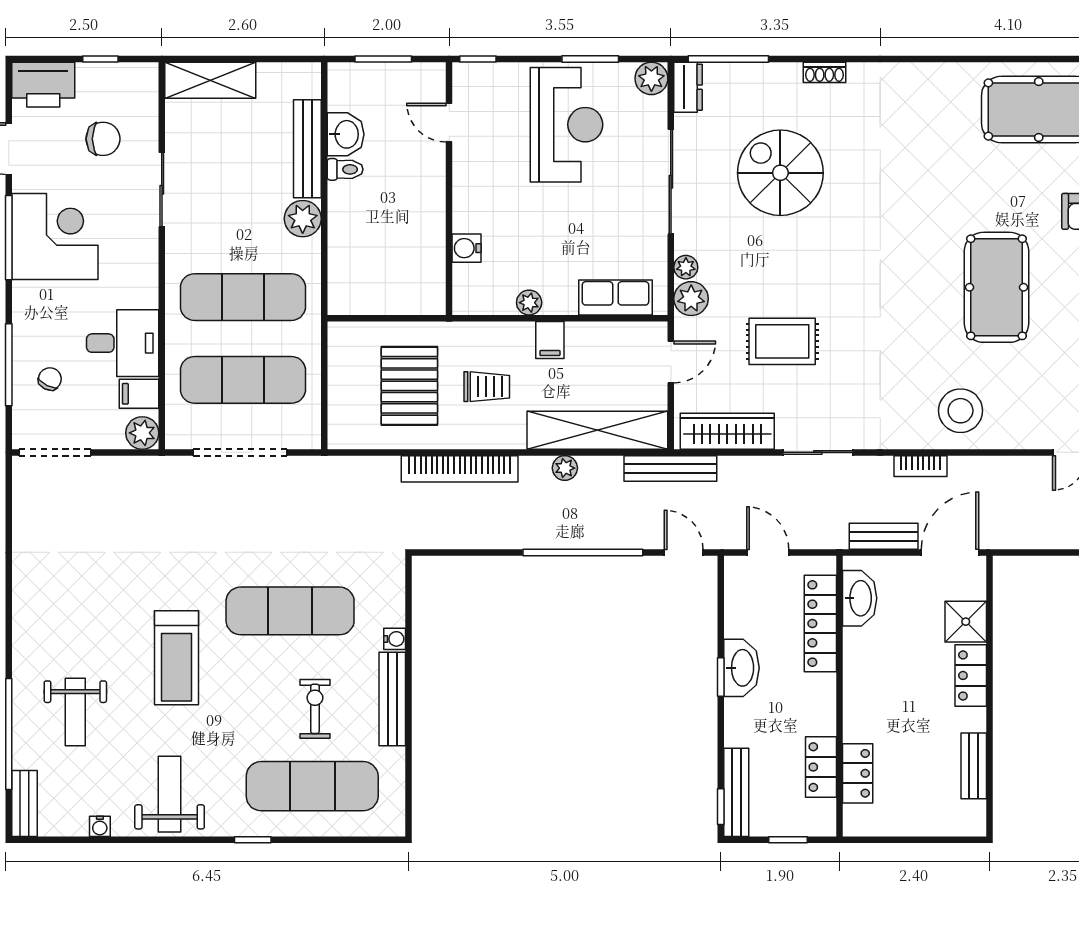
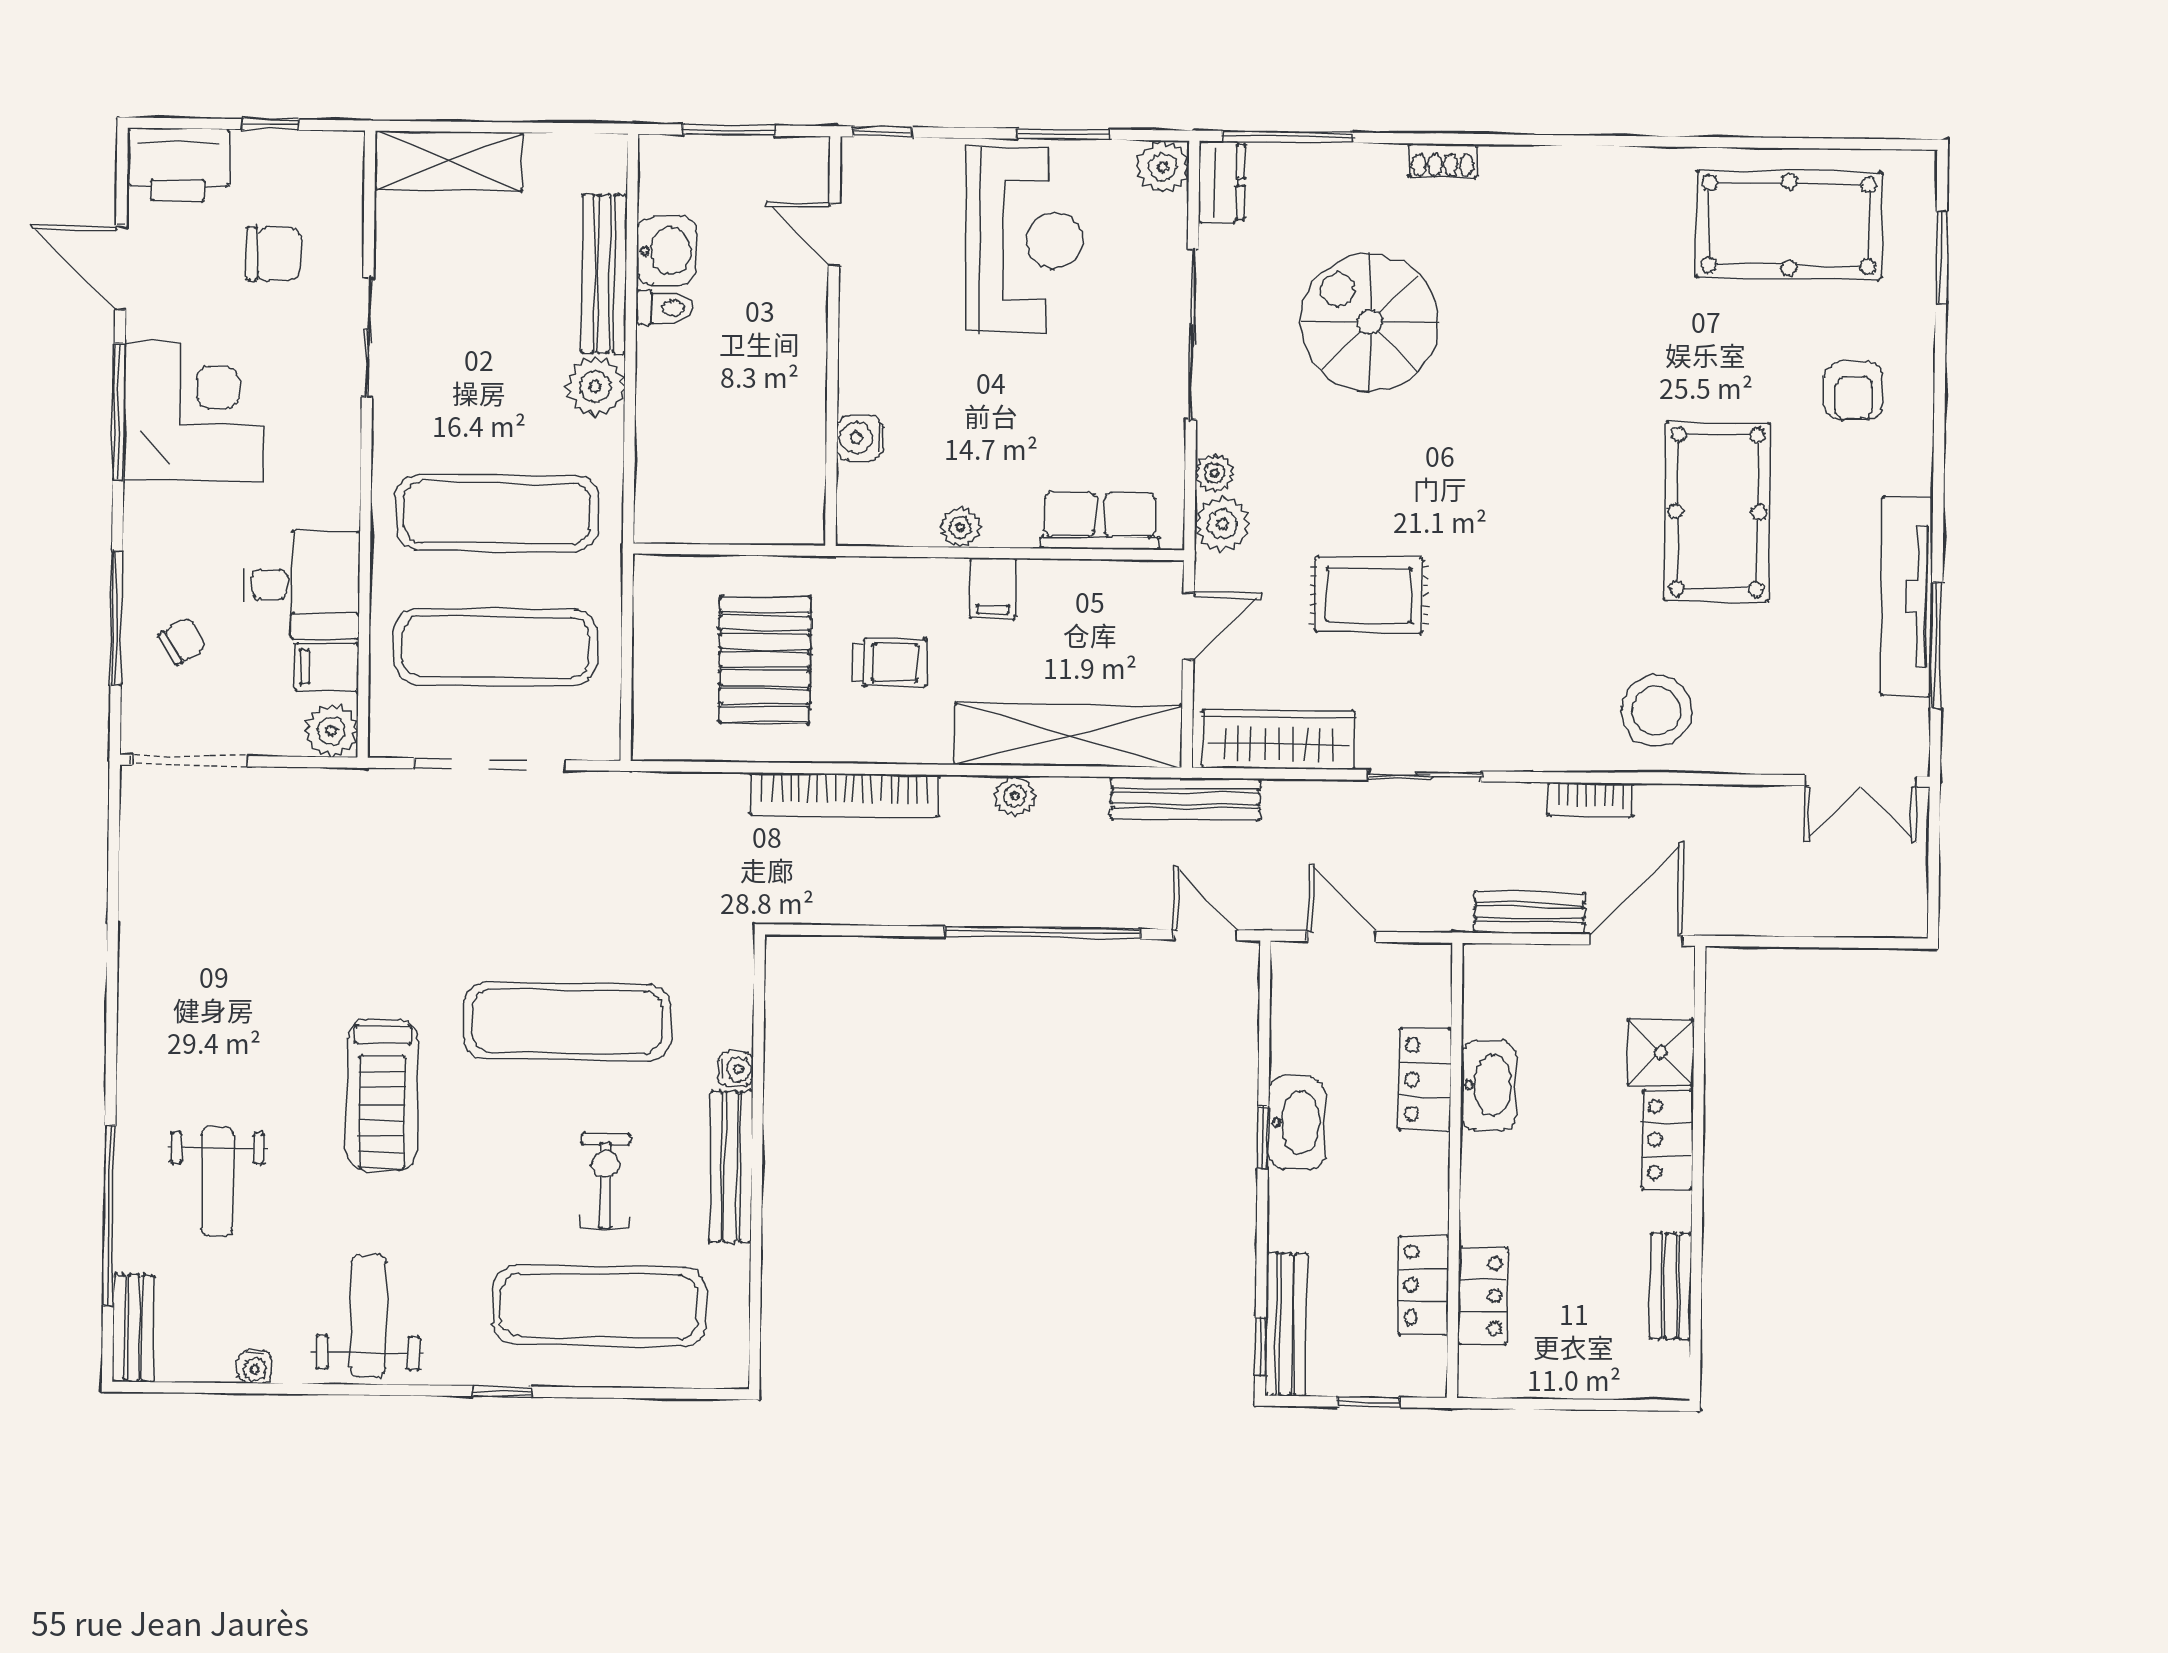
chair: (50, 379) -> (183, 641), turned 34
washbasin: (860, 598) -> (1488, 1085), moved
locker: (820, 624) -> (1425, 1080), width x0.66

